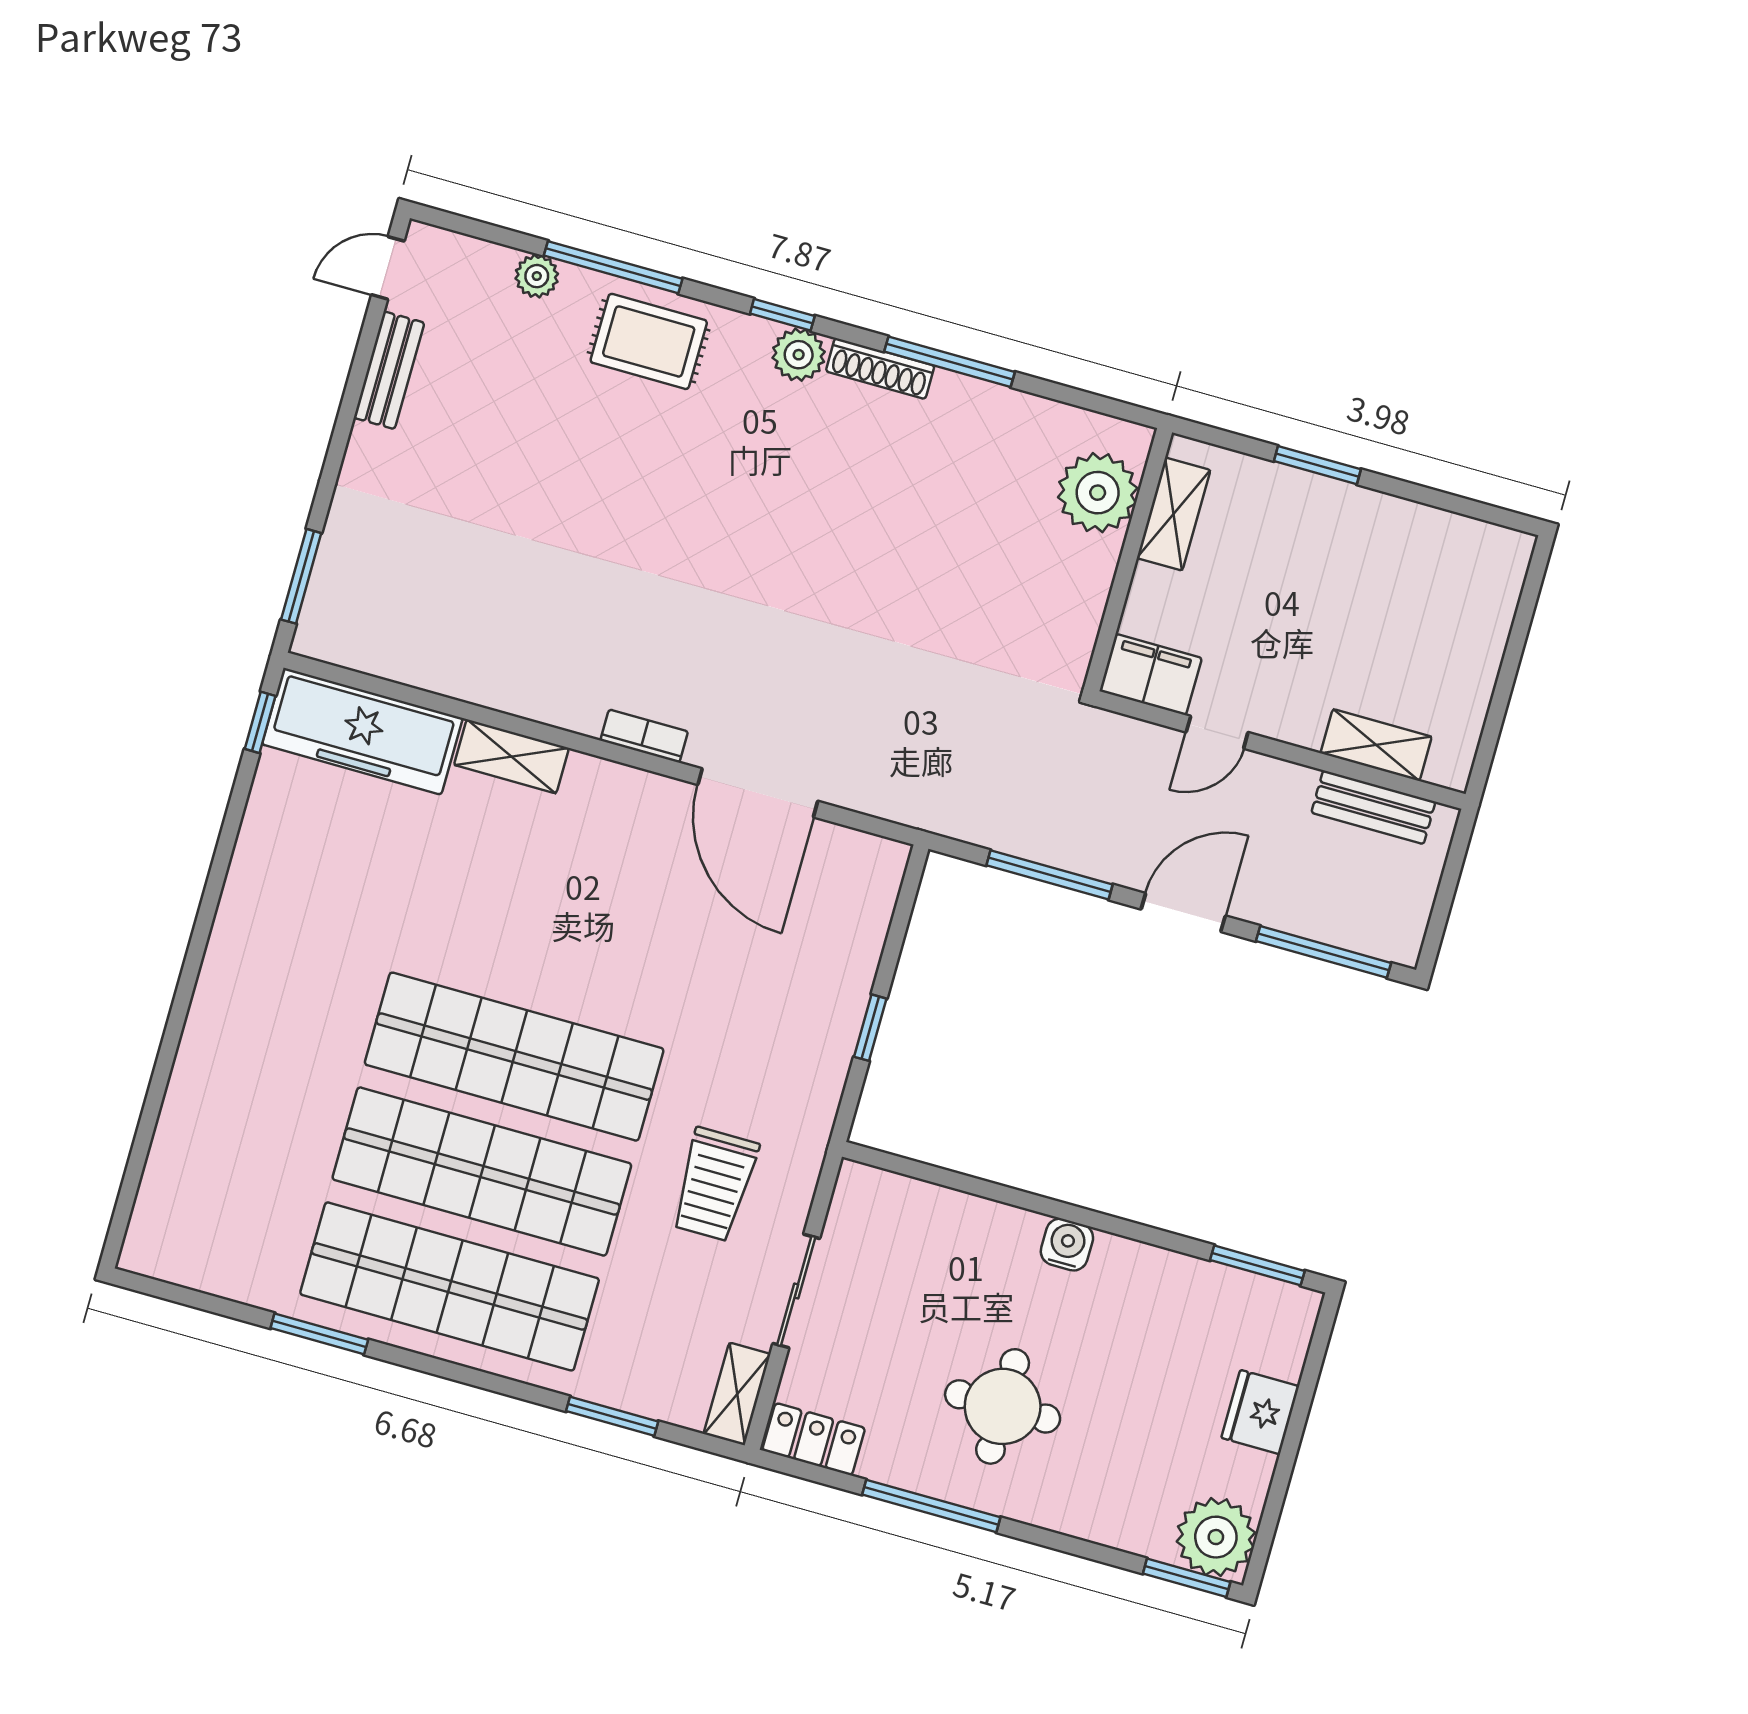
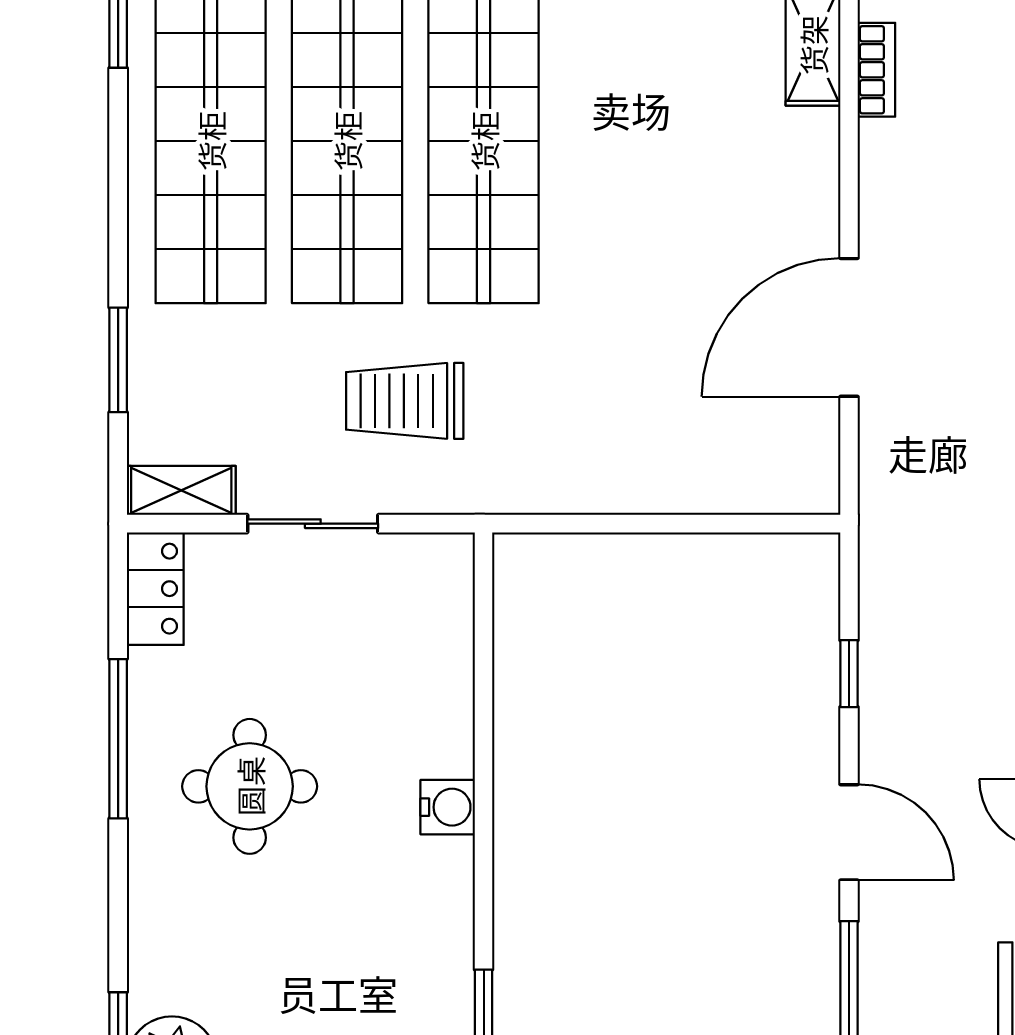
bookcase: (644, 736) -> (876, 70), moved
window: (1049, 875) -> (849, 674), width x0.46
window: (870, 1028) -> (625, 524), removed

